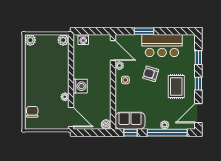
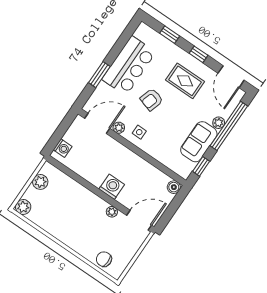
plant: (63, 40) -> (40, 182), moved
sofa: (130, 121) -> (199, 142), moved

